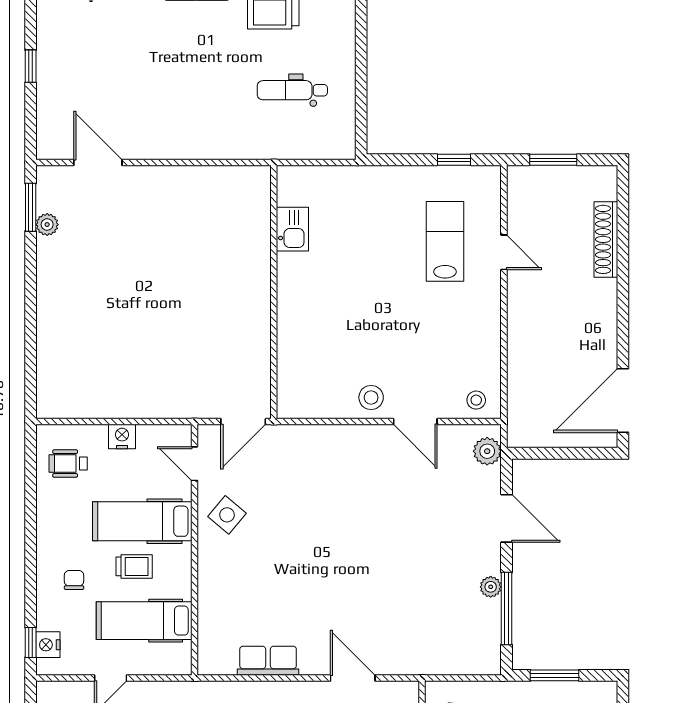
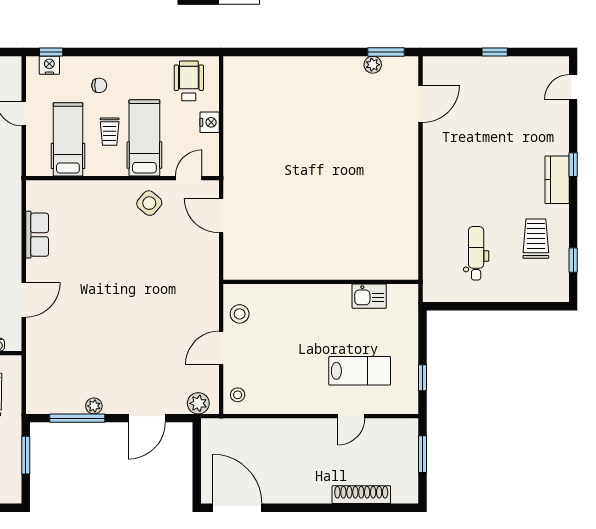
kitchen sink: (292, 229) -> (369, 296), moved
wall: (274, 292) -> (321, 282), moved
wheelchair: (68, 464) -> (189, 81), width x1.36, depth x1.37

